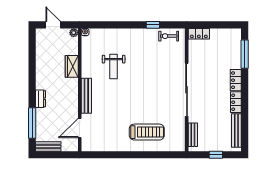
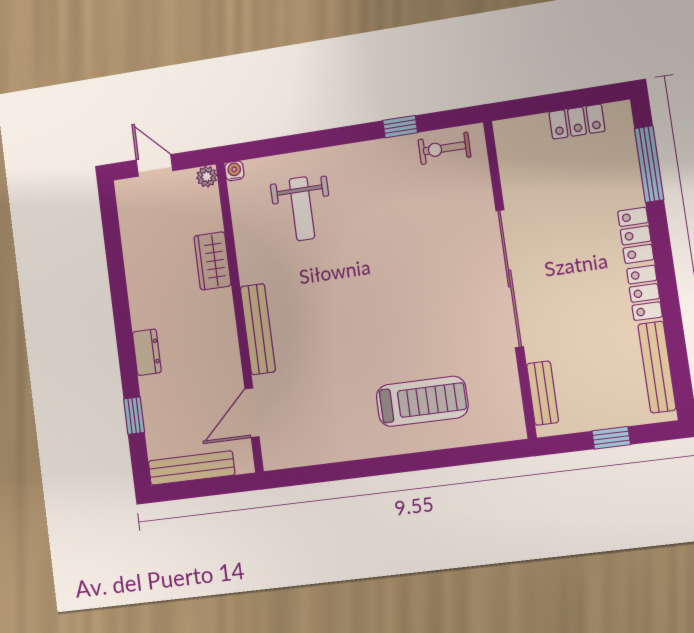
locker: (199, 34) -> (577, 122), moved
weight bench: (114, 67) -> (302, 209), moved
window: (32, 123) -> (134, 416), width x0.46
bench: (48, 146) -> (191, 468), width x1.36

